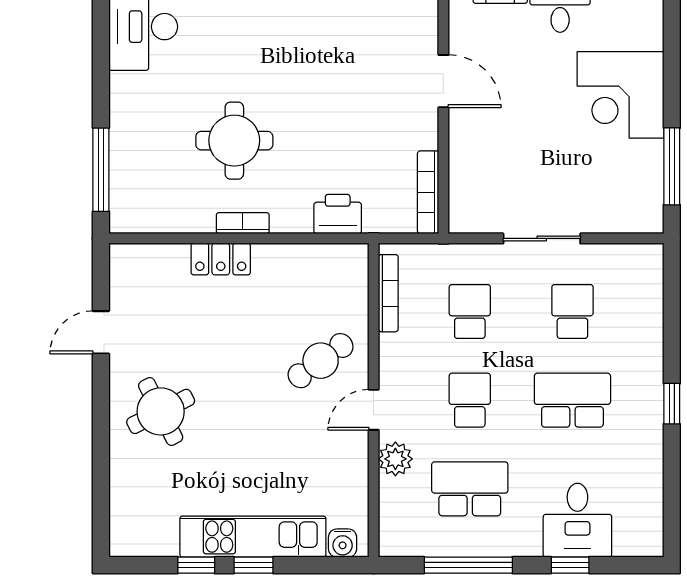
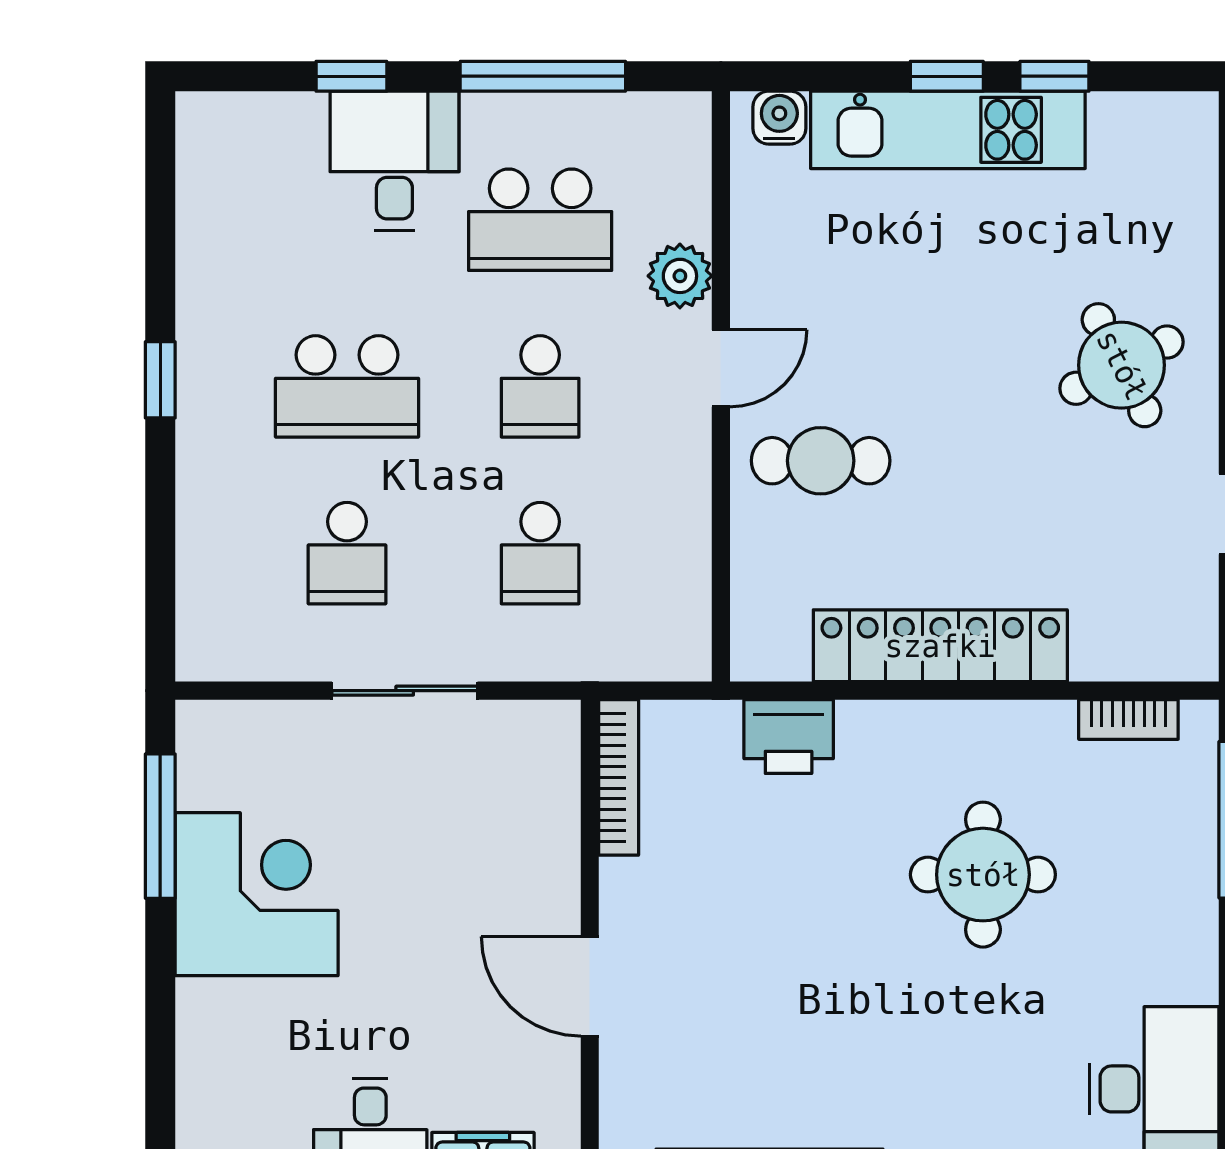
corner desk: (621, 95) -> (257, 894), moved
bookcase: (243, 223) -> (1128, 719), moved
locker: (221, 259) -> (940, 646), width x2.16, depth x1.21
bookcase: (388, 293) -> (693, 588), removed
cafe table: (321, 361) -> (821, 461), turned 36
desk: (577, 520) -> (394, 161), moved

